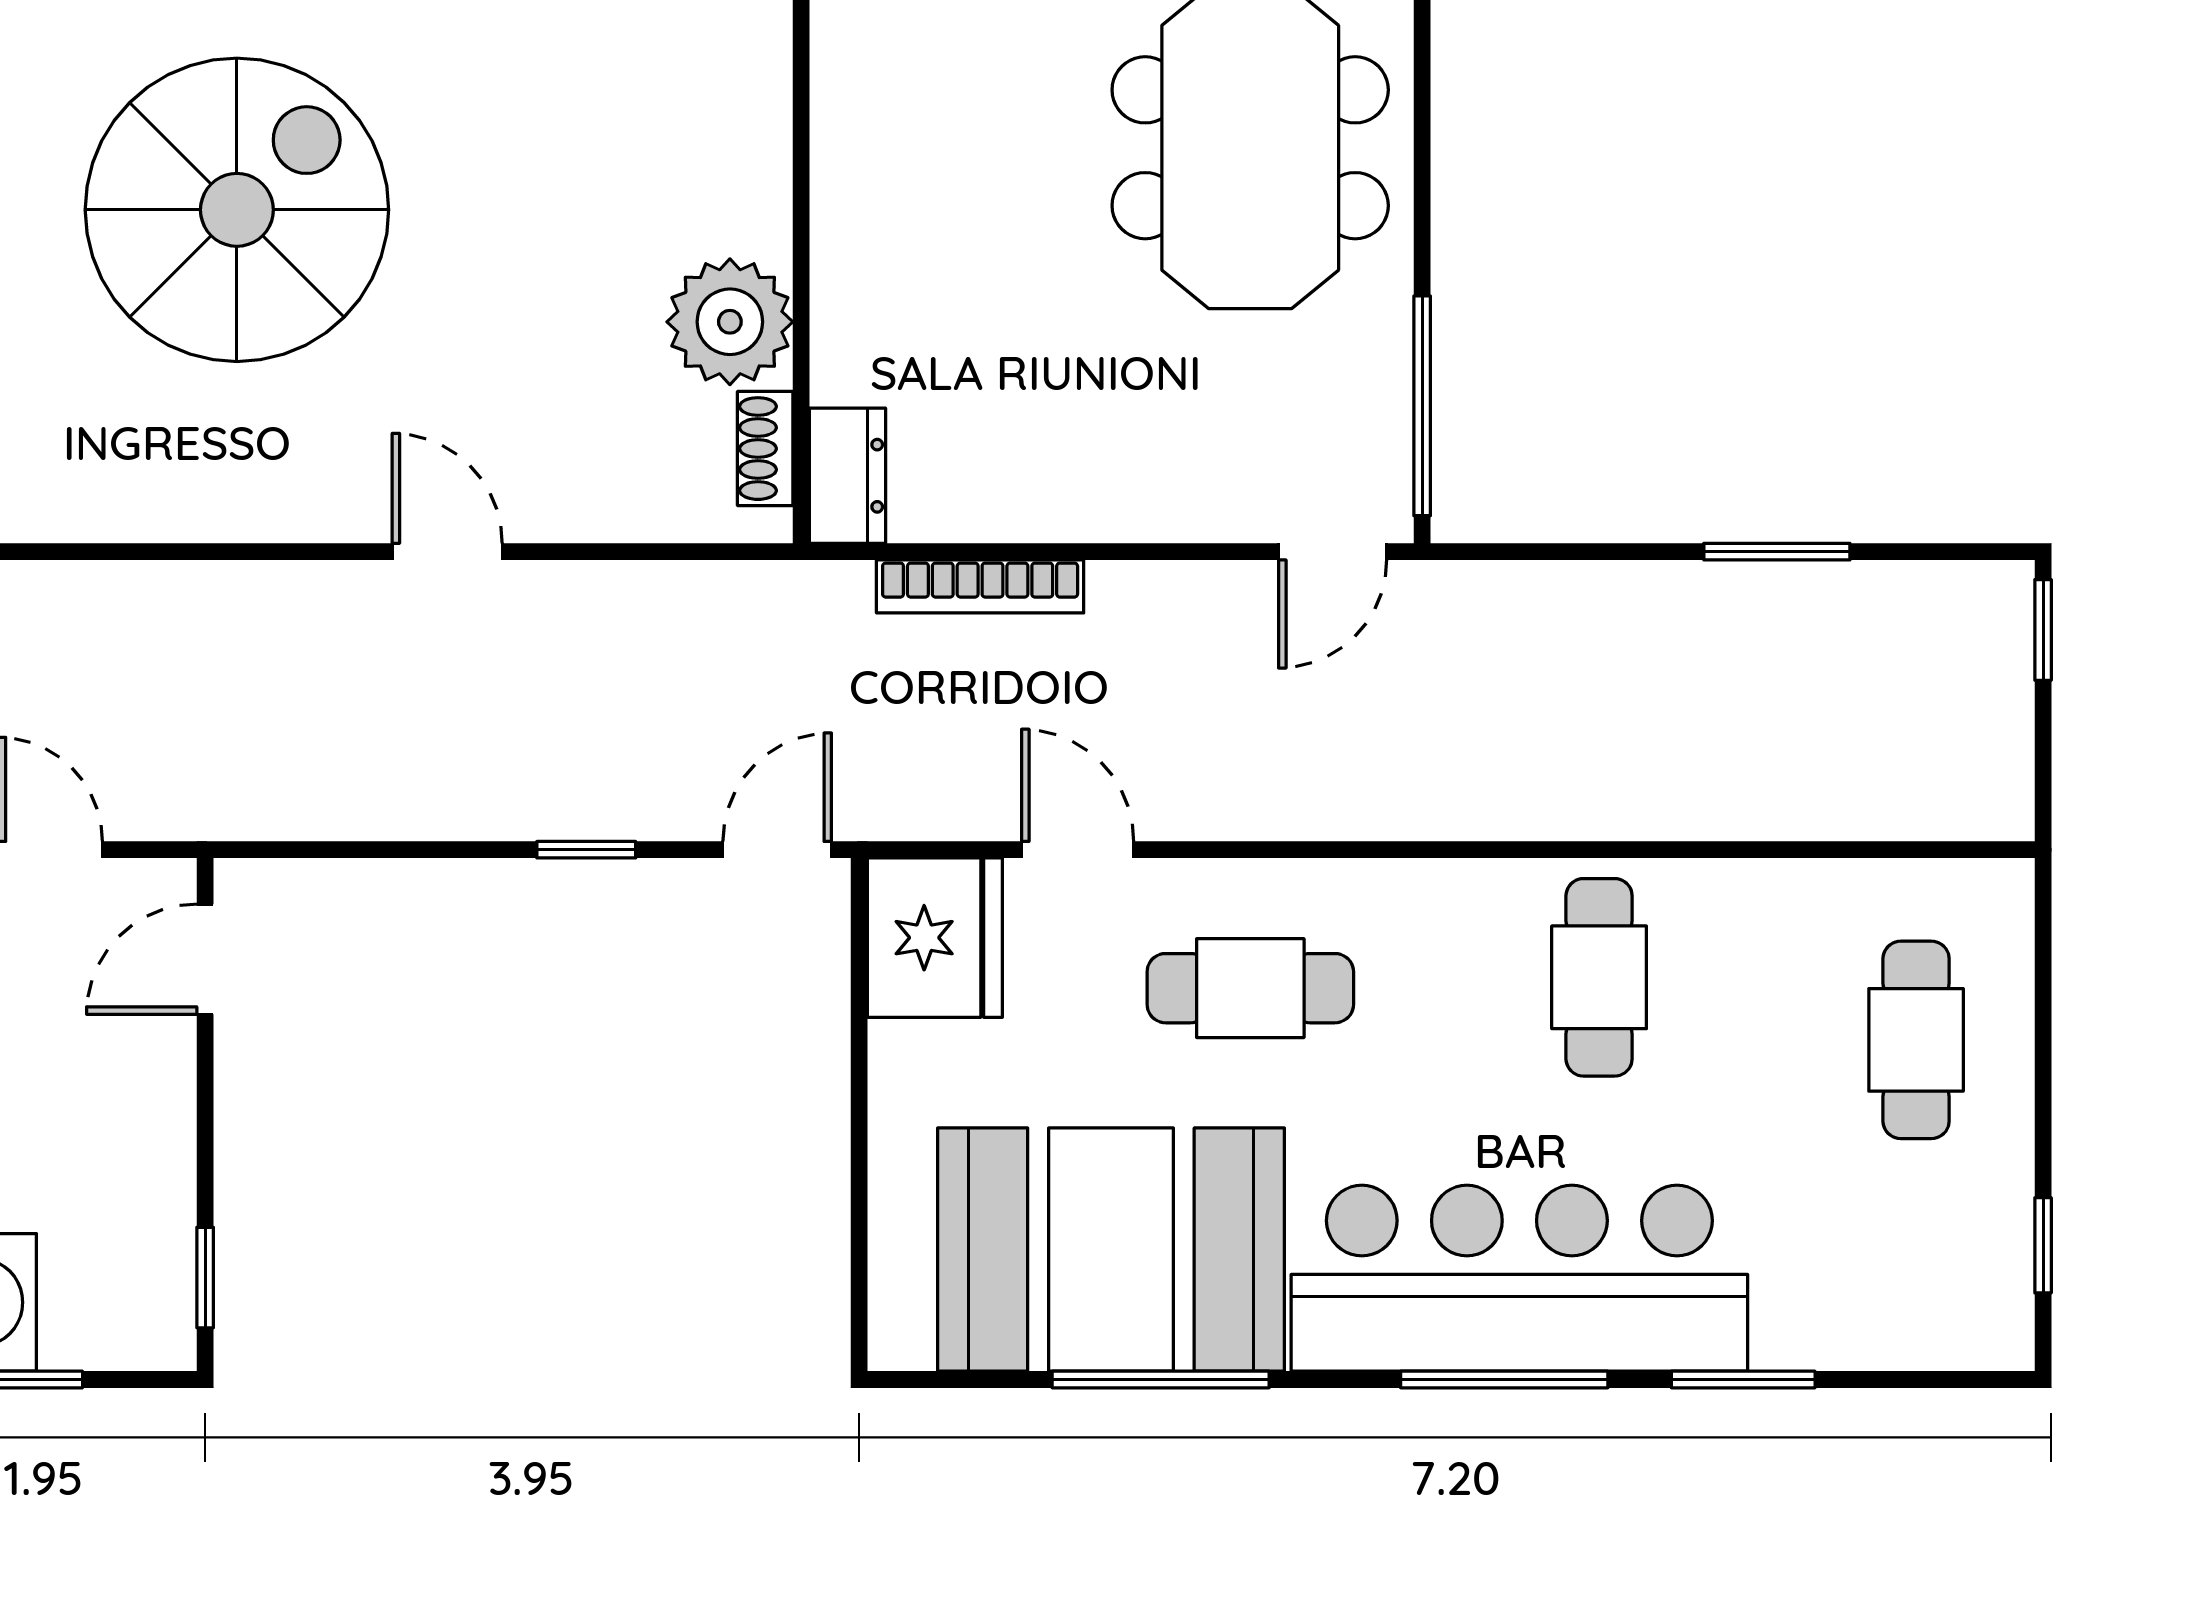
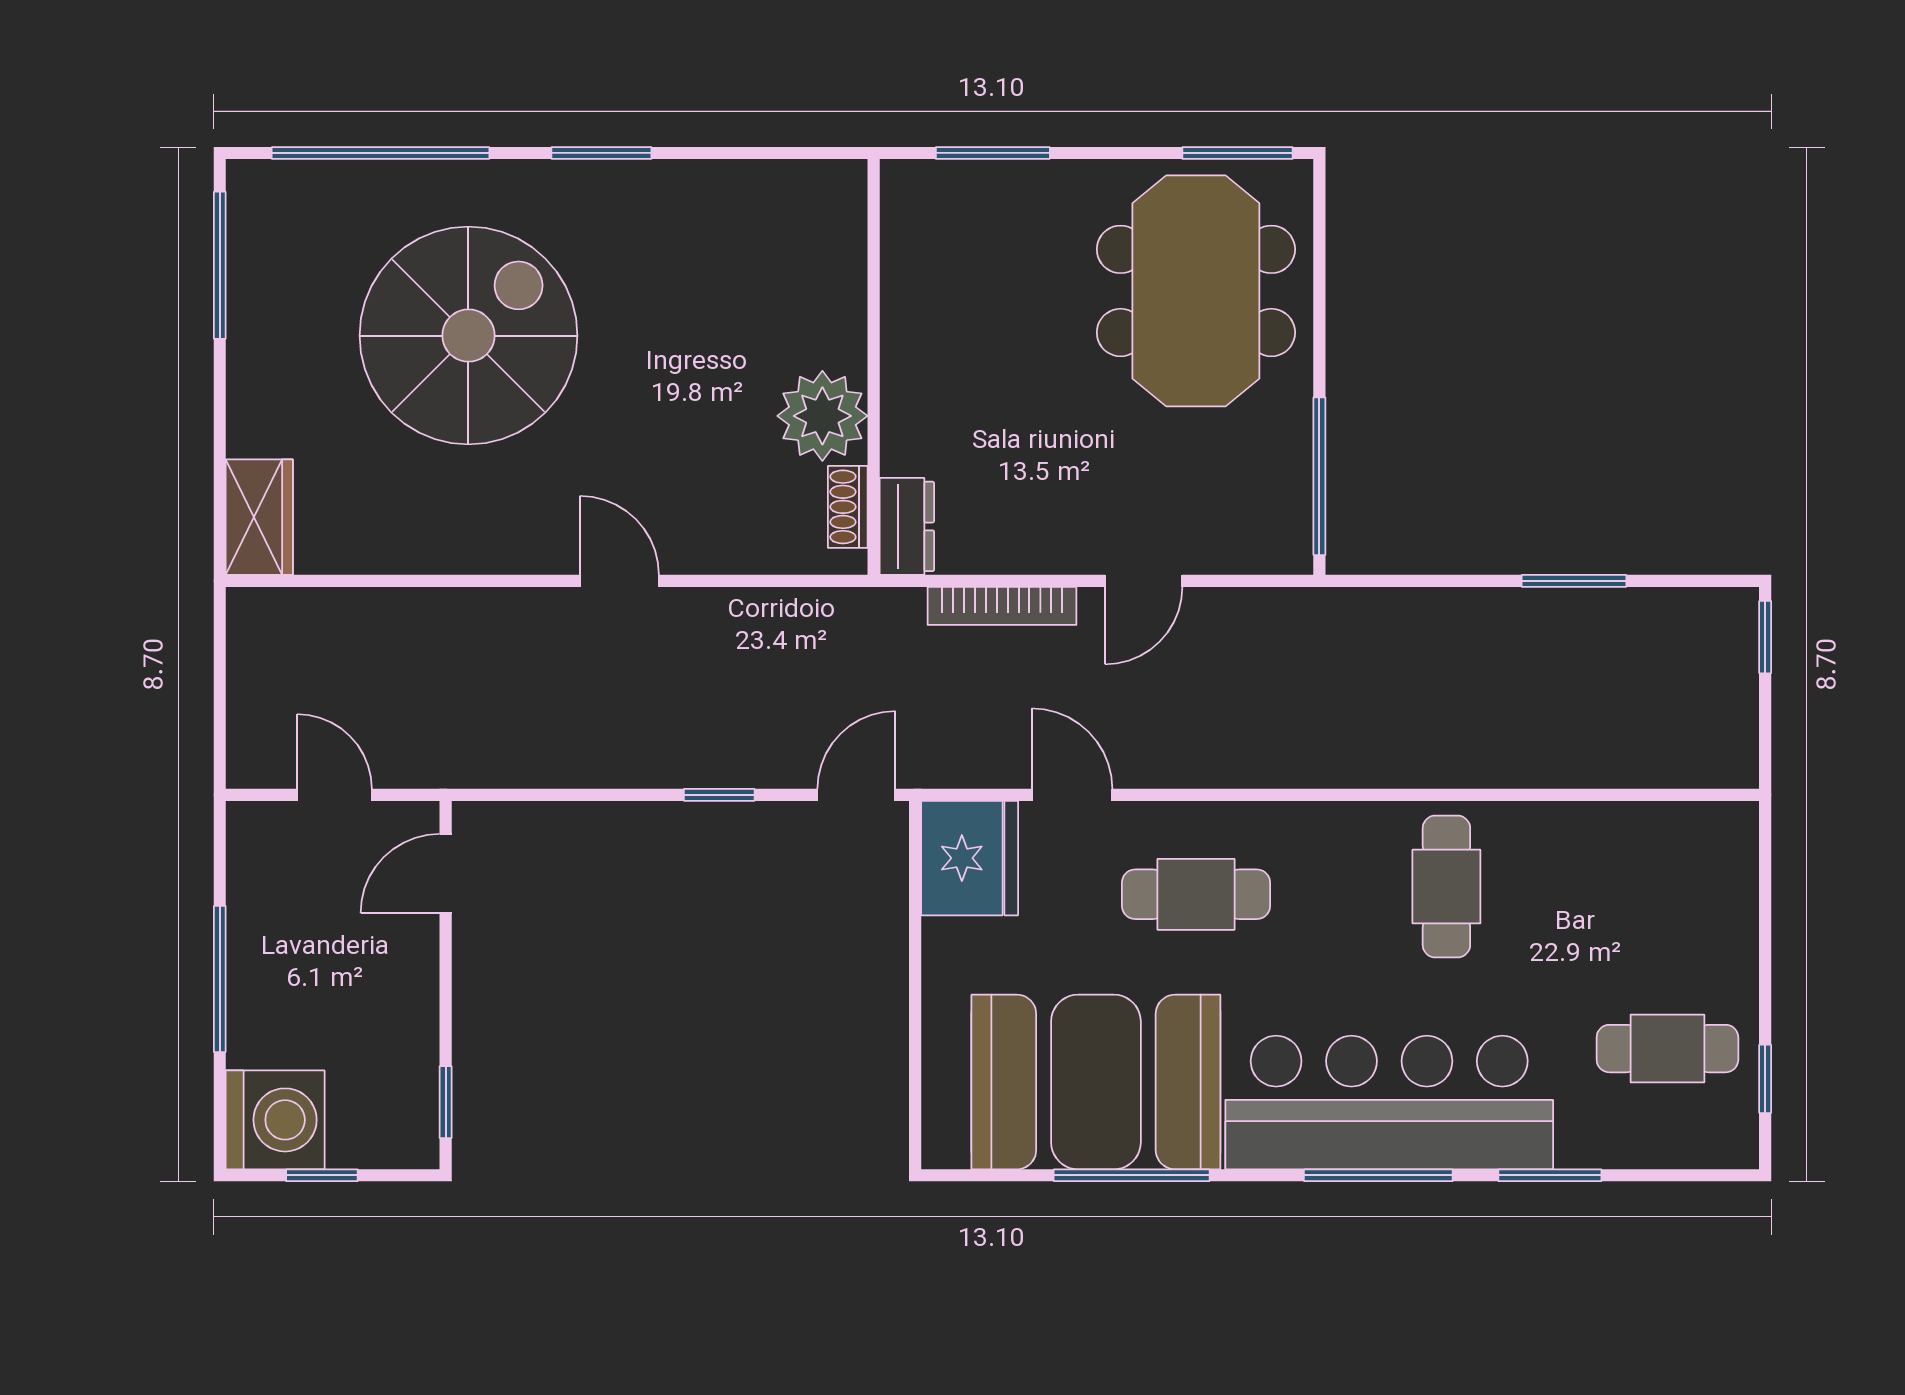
door: (1333, 552) -> (1144, 581), moved
cafe table: (1916, 1040) -> (1667, 1049), moved, turned 90

